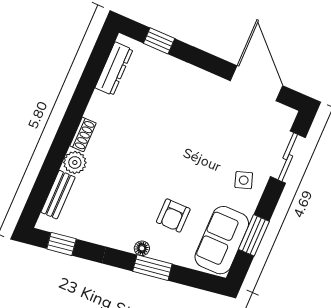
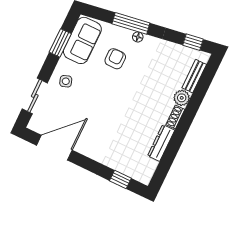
dresser: (114, 69) -> (161, 143), moved
door: (256, 83) -> (54, 148), swing flipped
window: (152, 268) -> (131, 23), width x1.44

